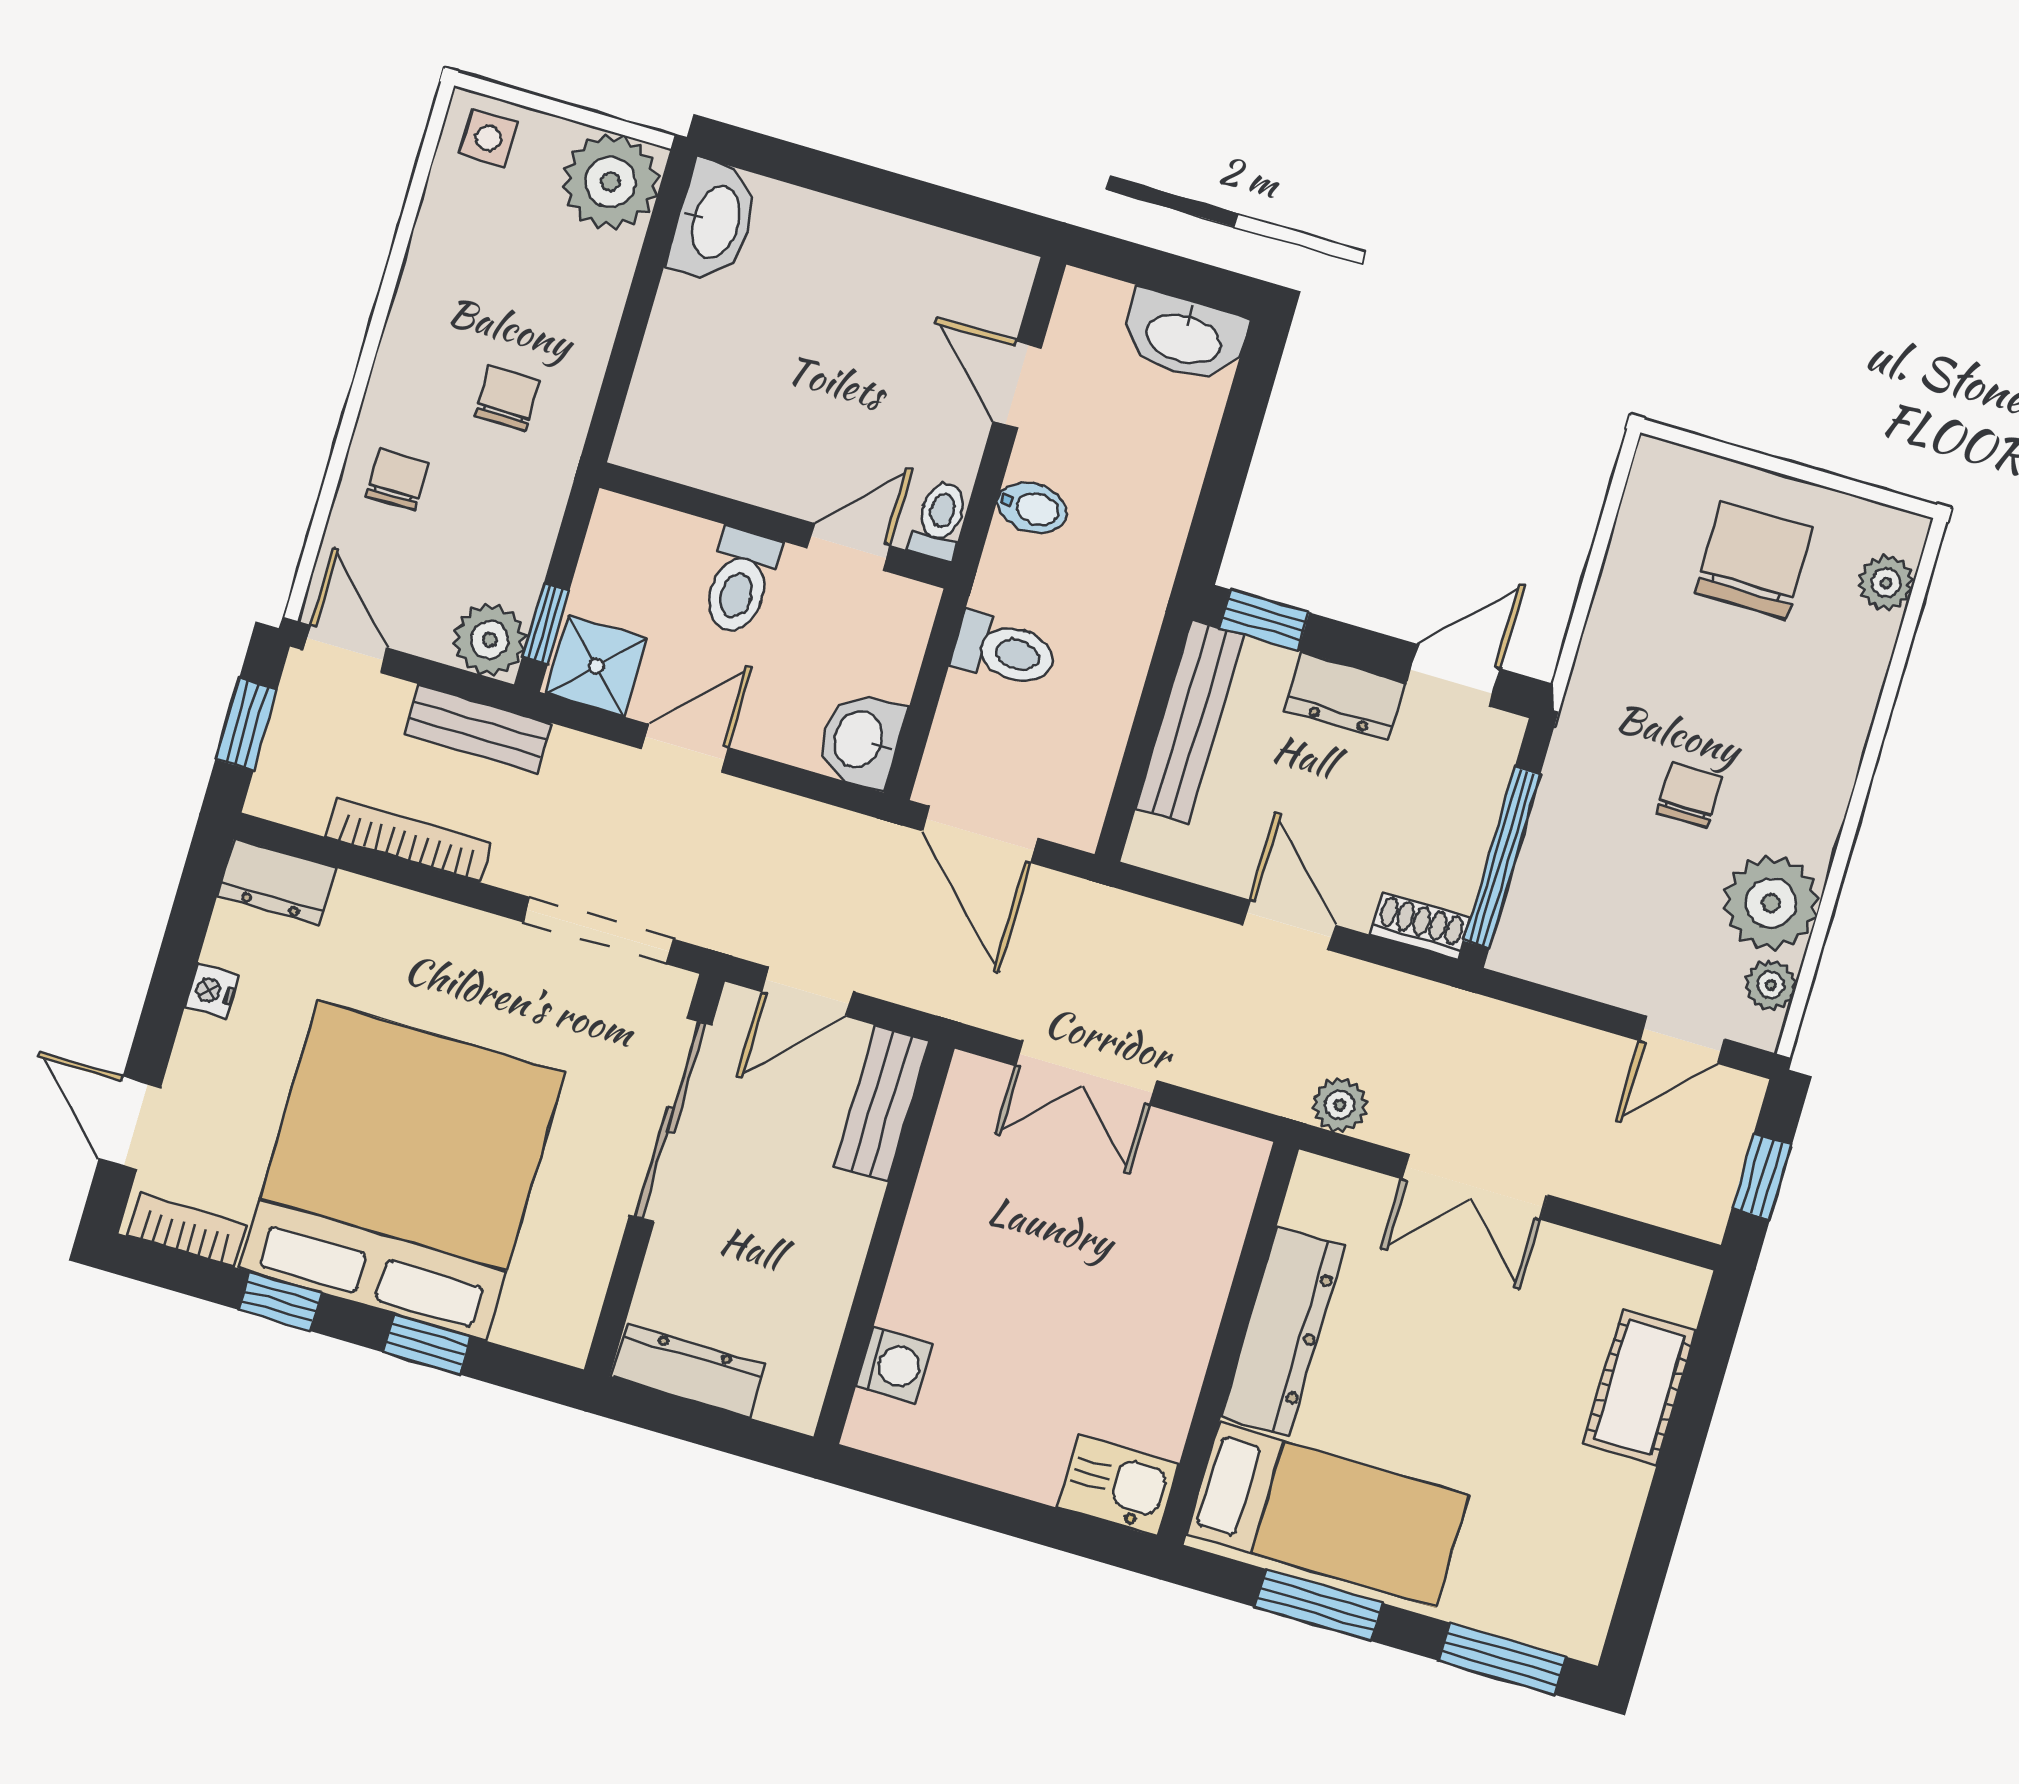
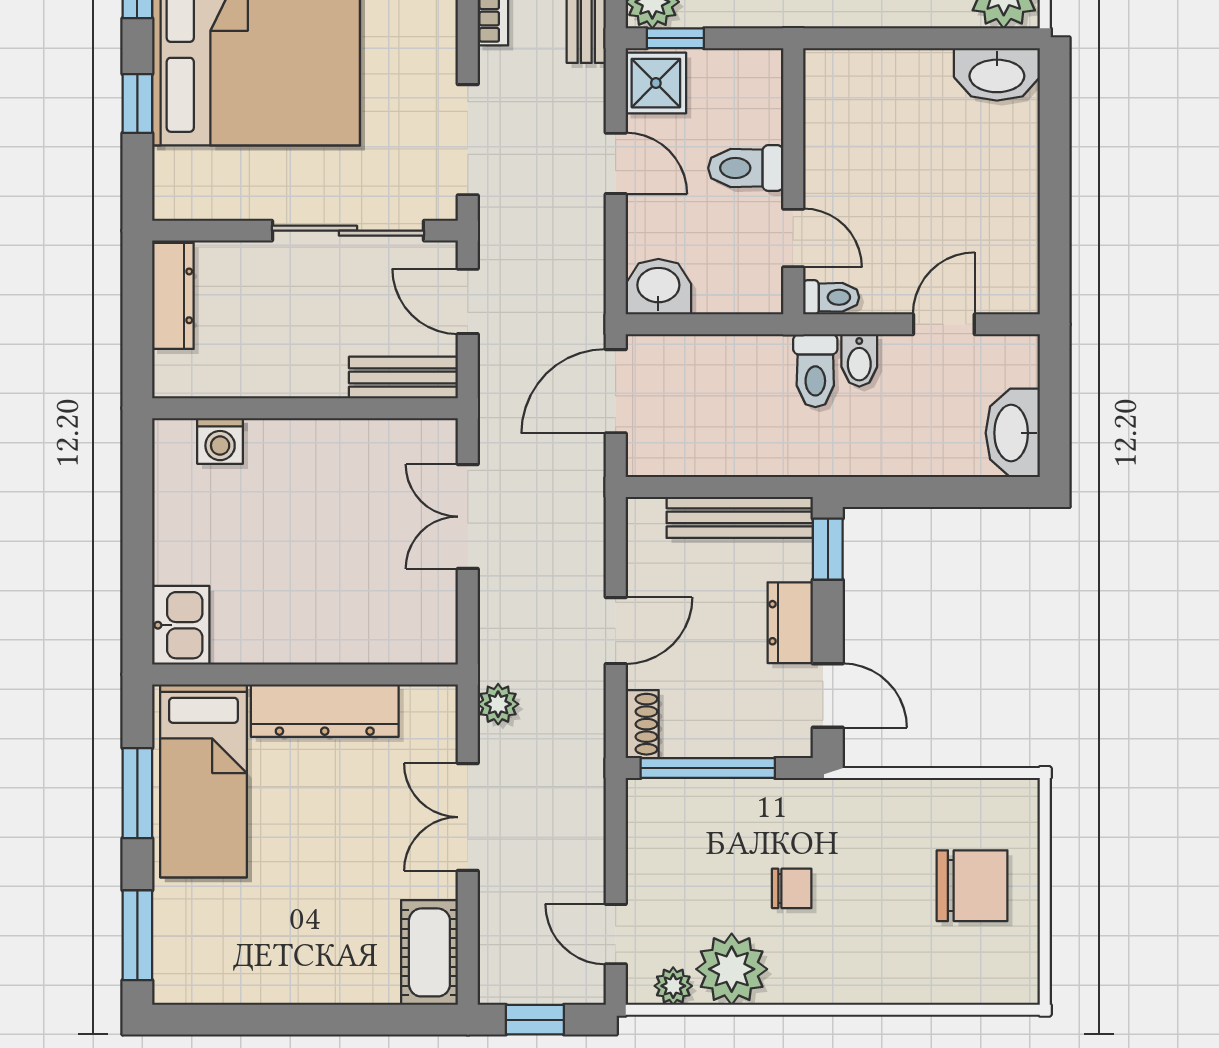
plant: (1886, 583) -> (984, 984), removed
toilet: (1004, 651) -> (815, 371), moved
cot: (1639, 1387) -> (429, 952), moved, turned 90

